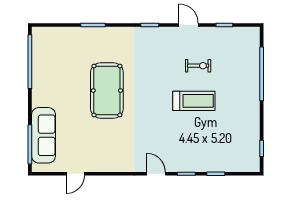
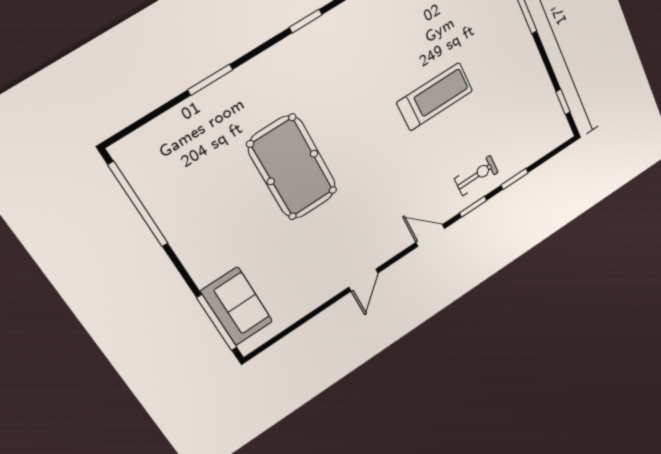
exercise bike: (198, 66) -> (476, 176), moved
sofa: (44, 135) -> (237, 306), width x0.73
door: (75, 174) -> (363, 280), moved

